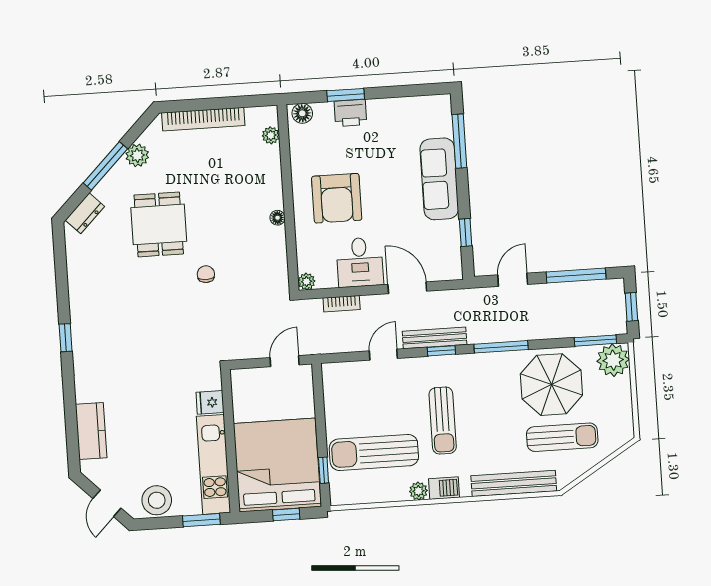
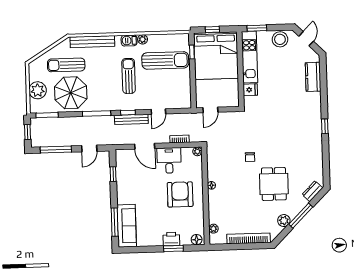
sofa: (439, 179) -> (127, 226), moved
plant: (613, 360) -> (38, 90), moved

